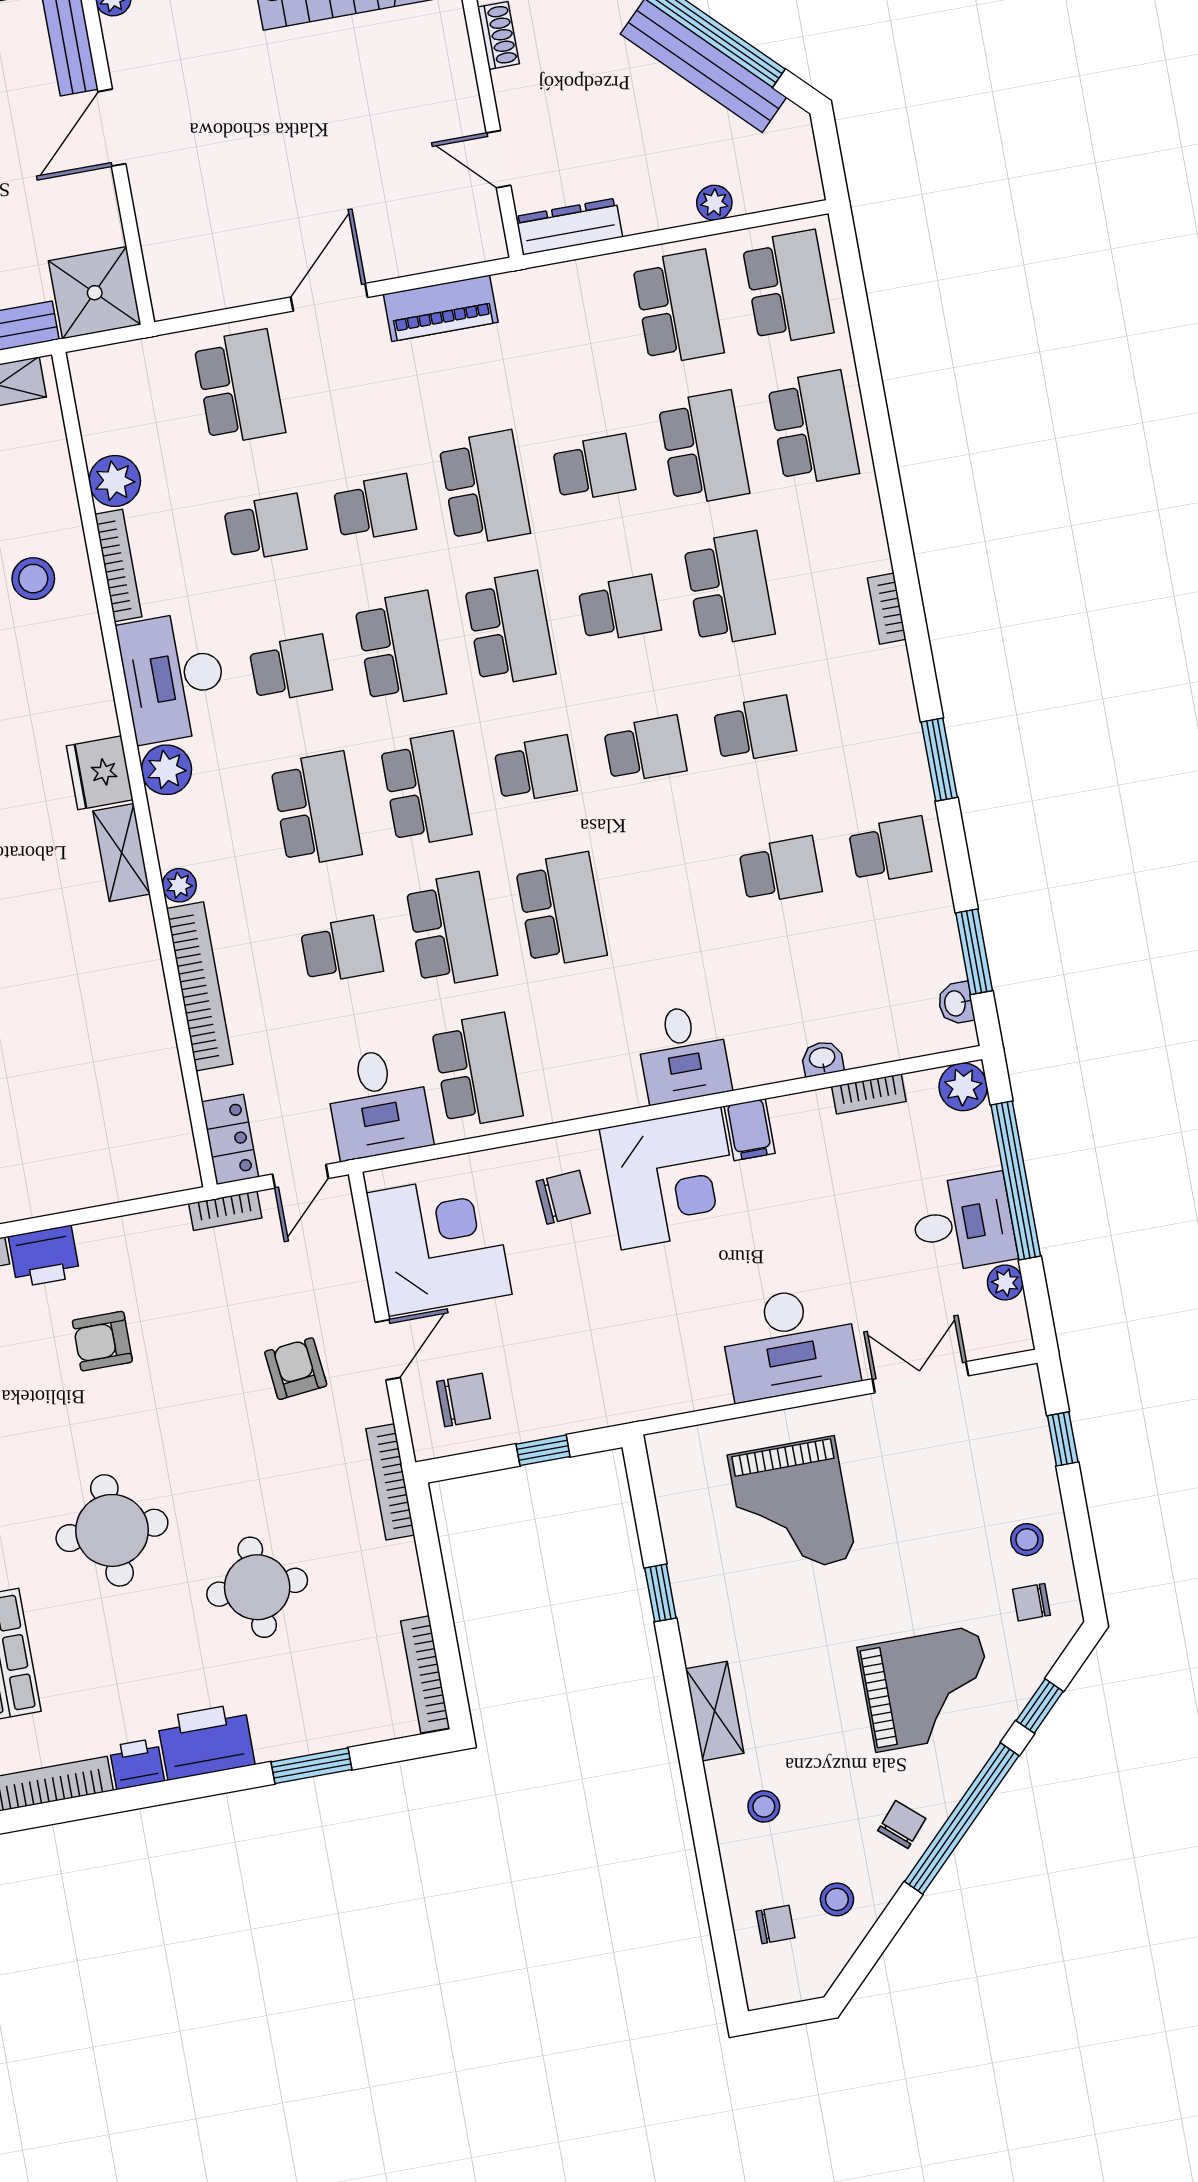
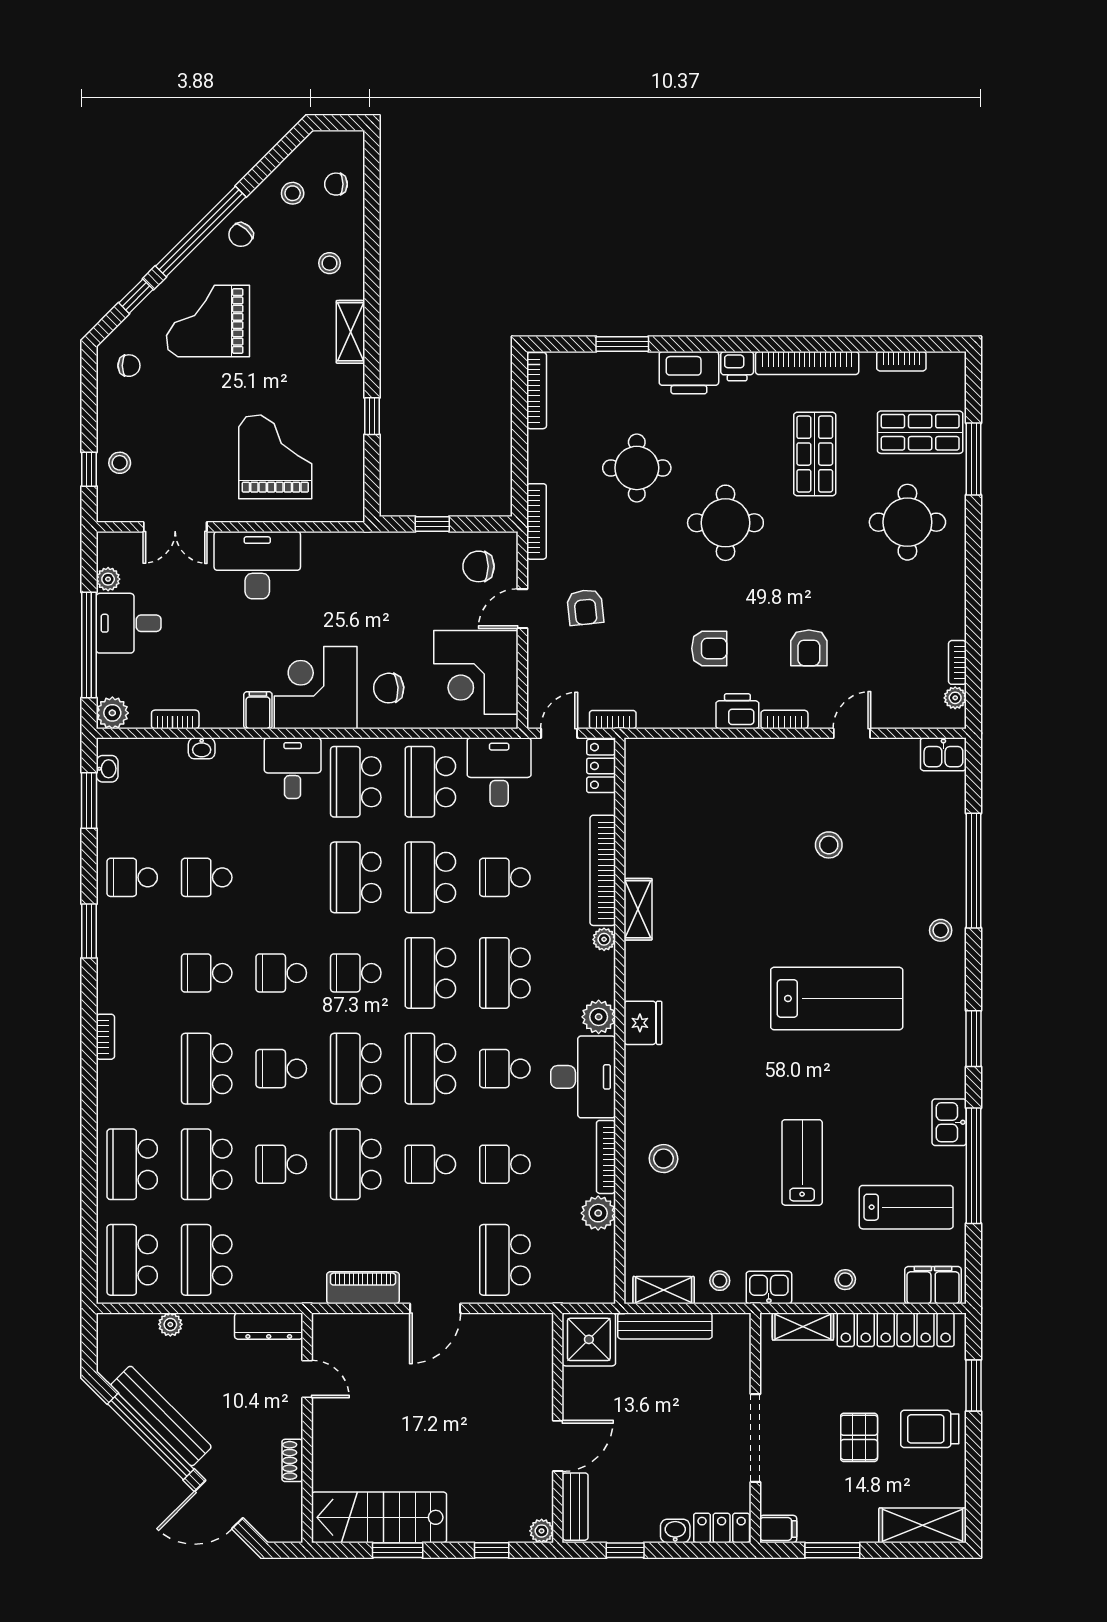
shelving: (122, 852) -> (638, 909), moved
school desk: (587, 1051) -> (356, 782), added
stool: (1027, 1540) -> (120, 463), moved

